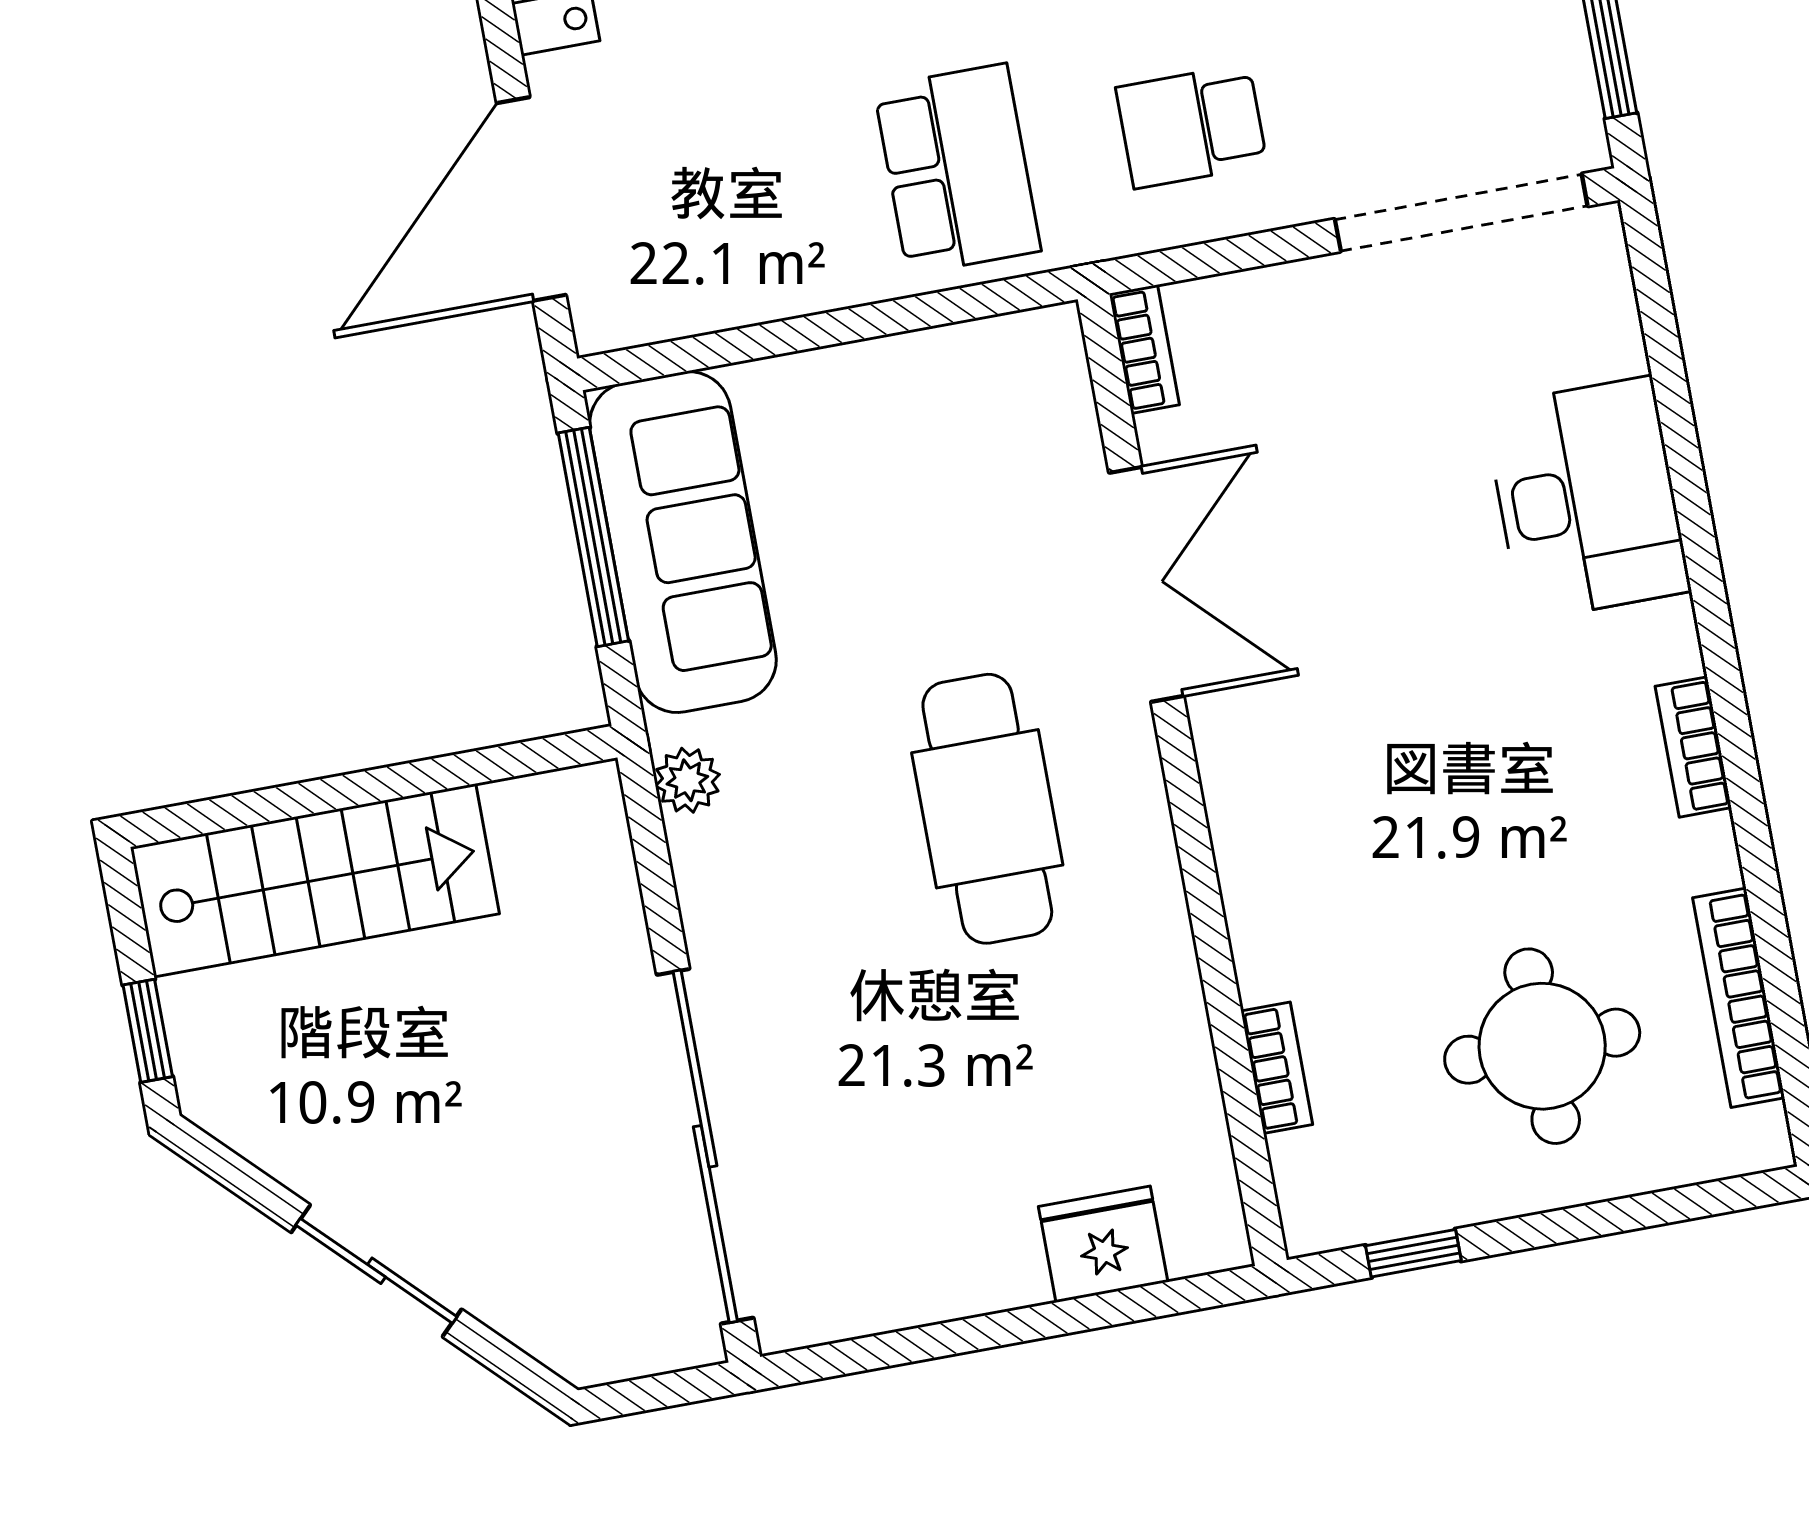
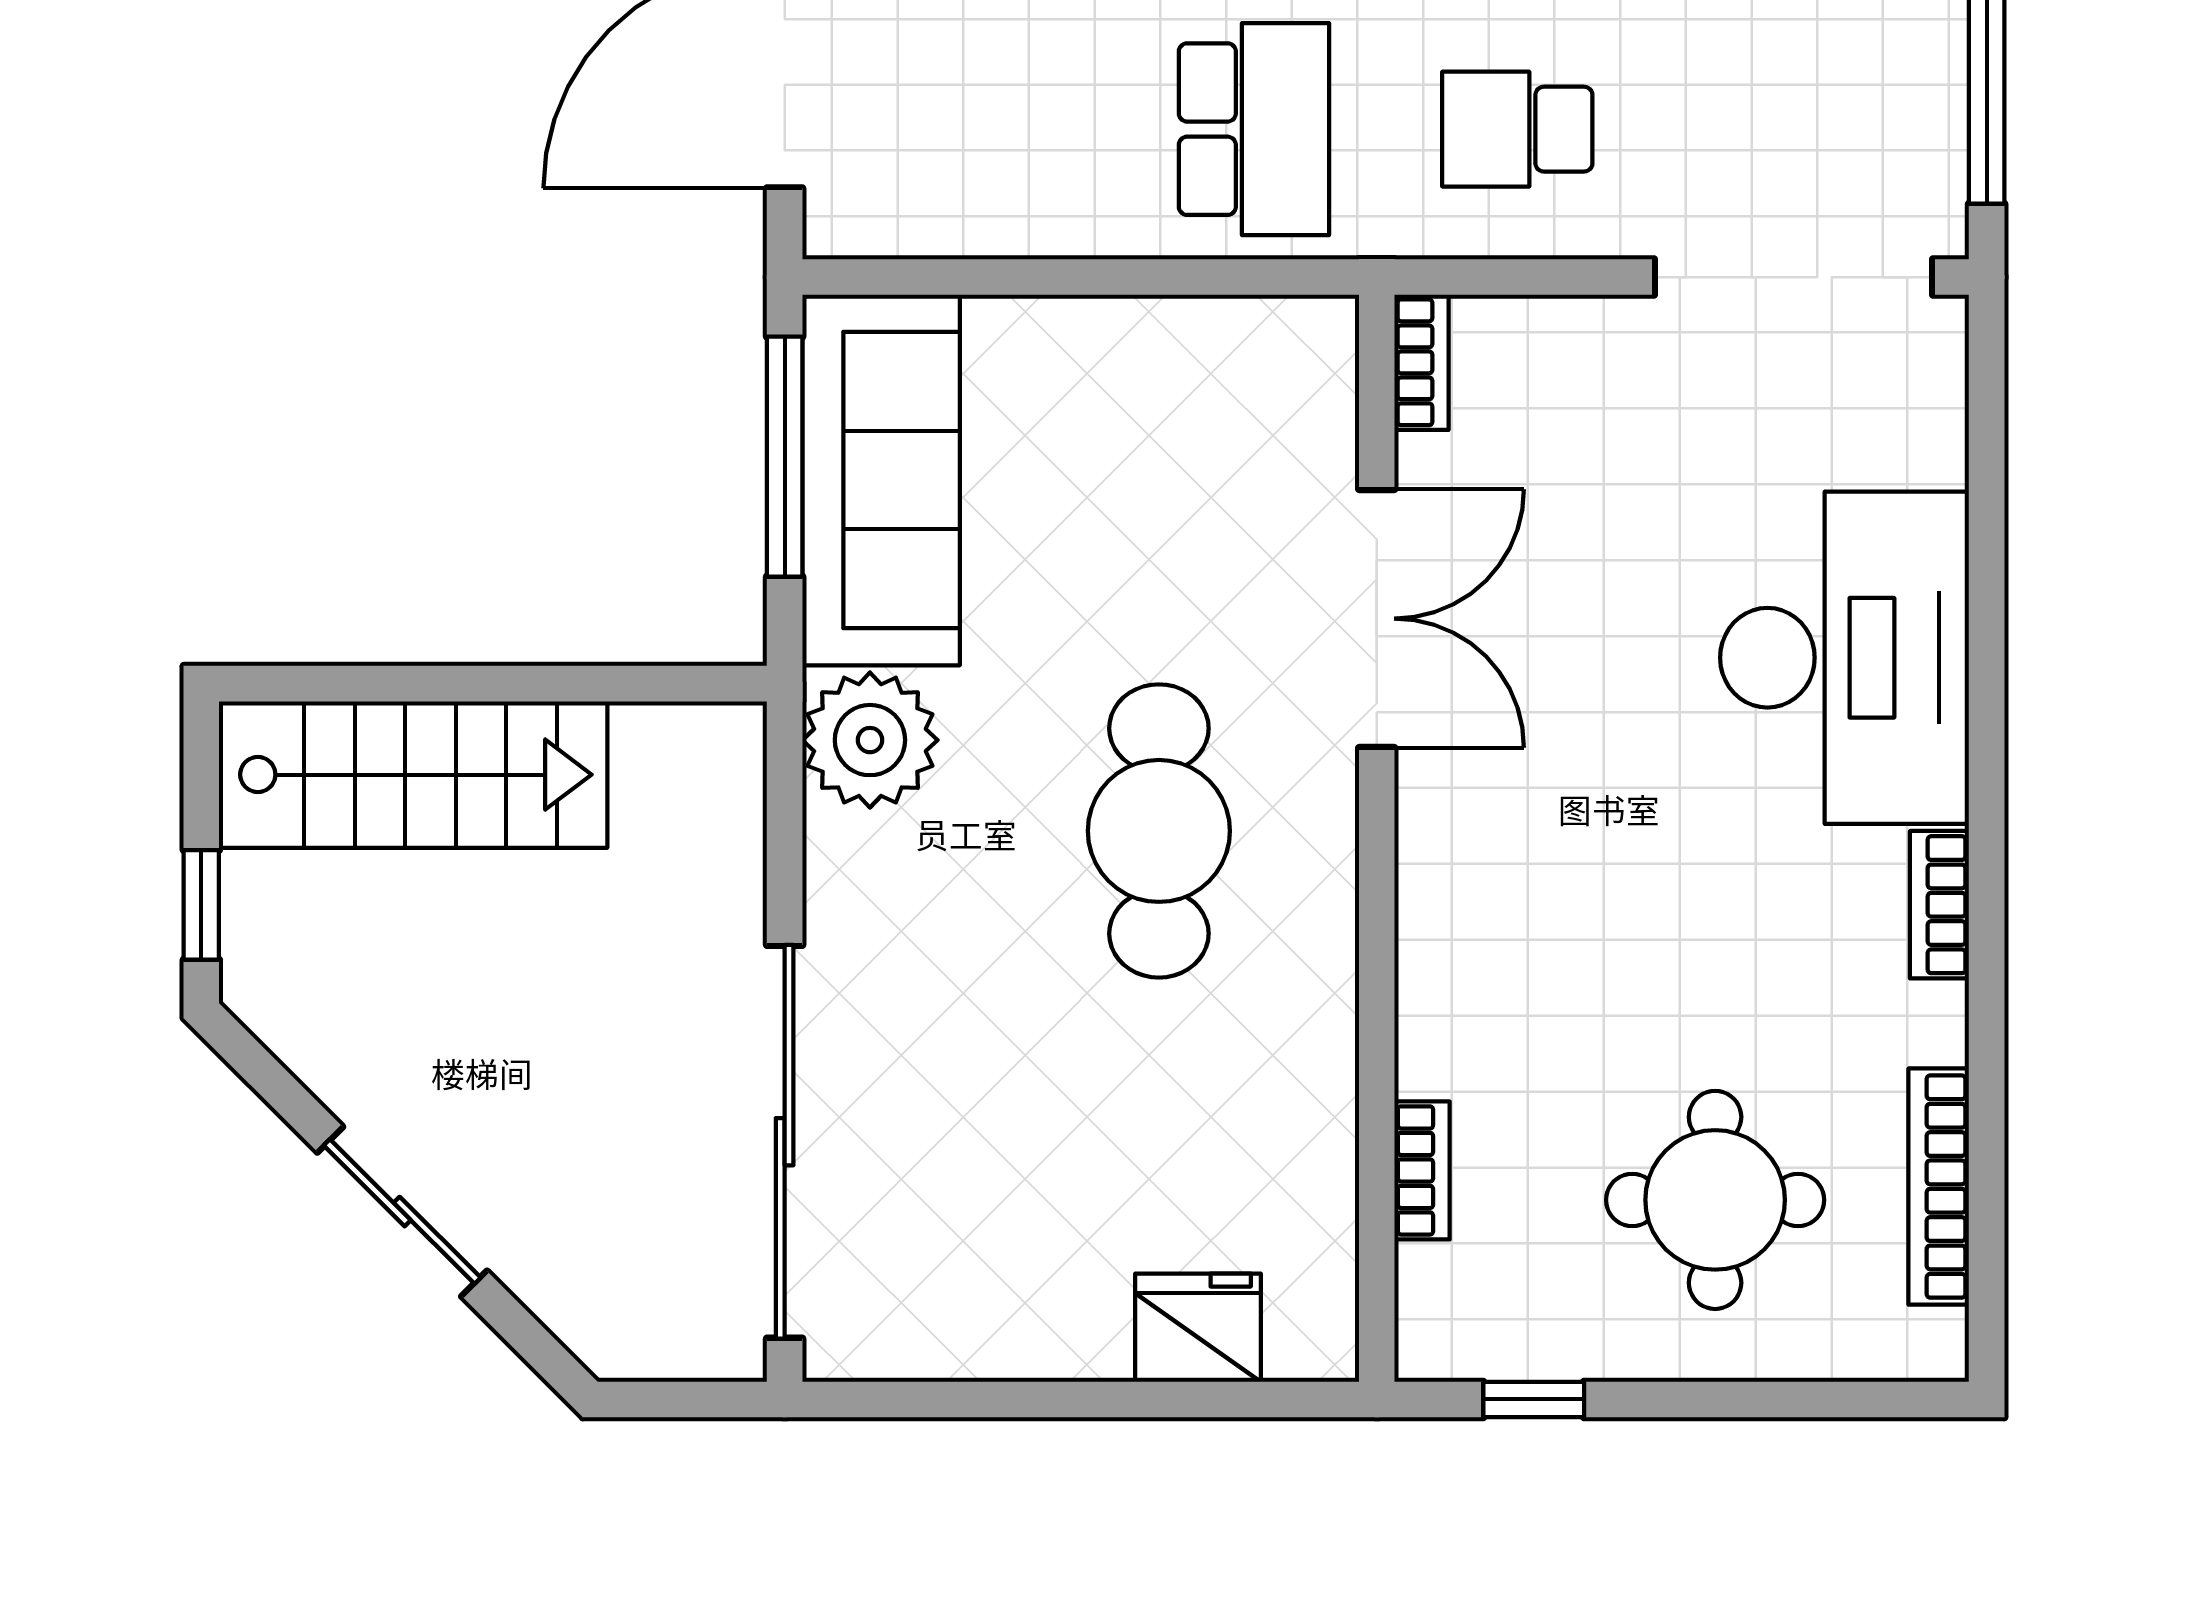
desk: (1587, 499) -> (1845, 658), width x1.36, depth x1.30
plant: (687, 780) -> (870, 740), width x1.87, depth x1.87

